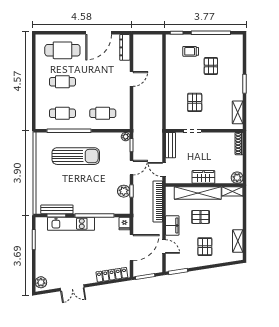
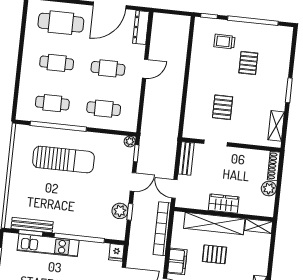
cafe table: (103, 82) -> (108, 68), added
plant: (237, 178) -> (269, 189), moved

